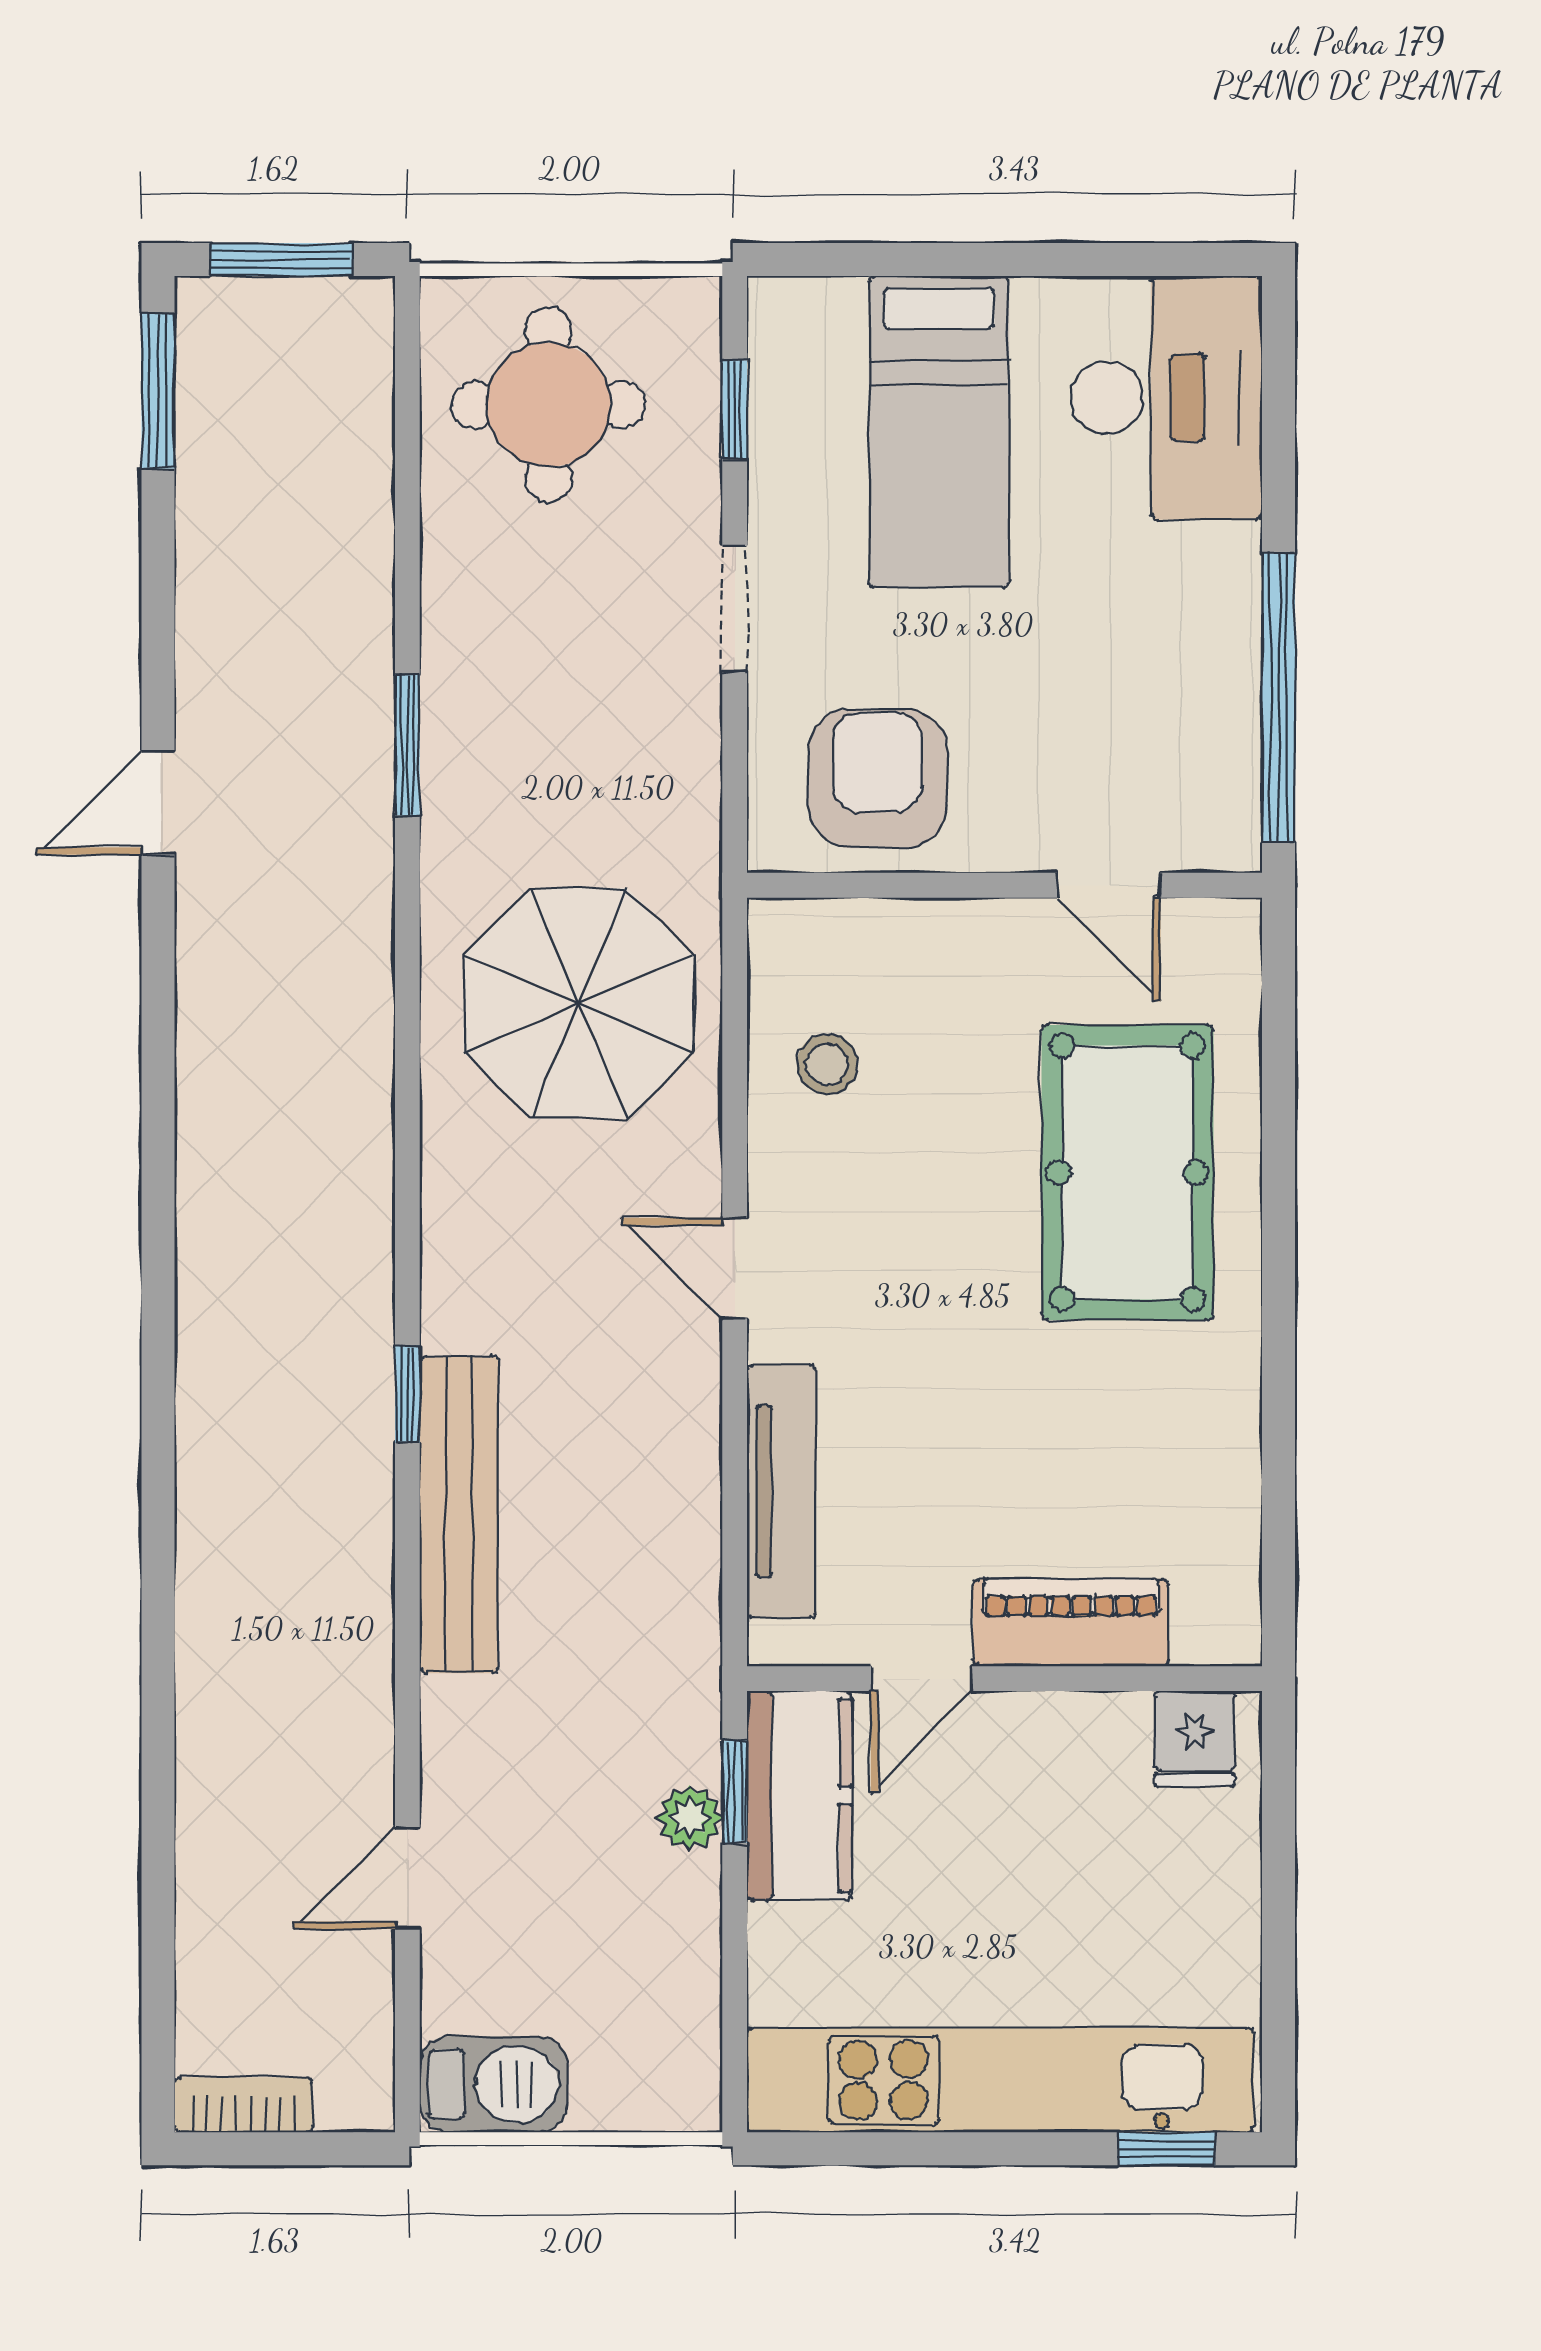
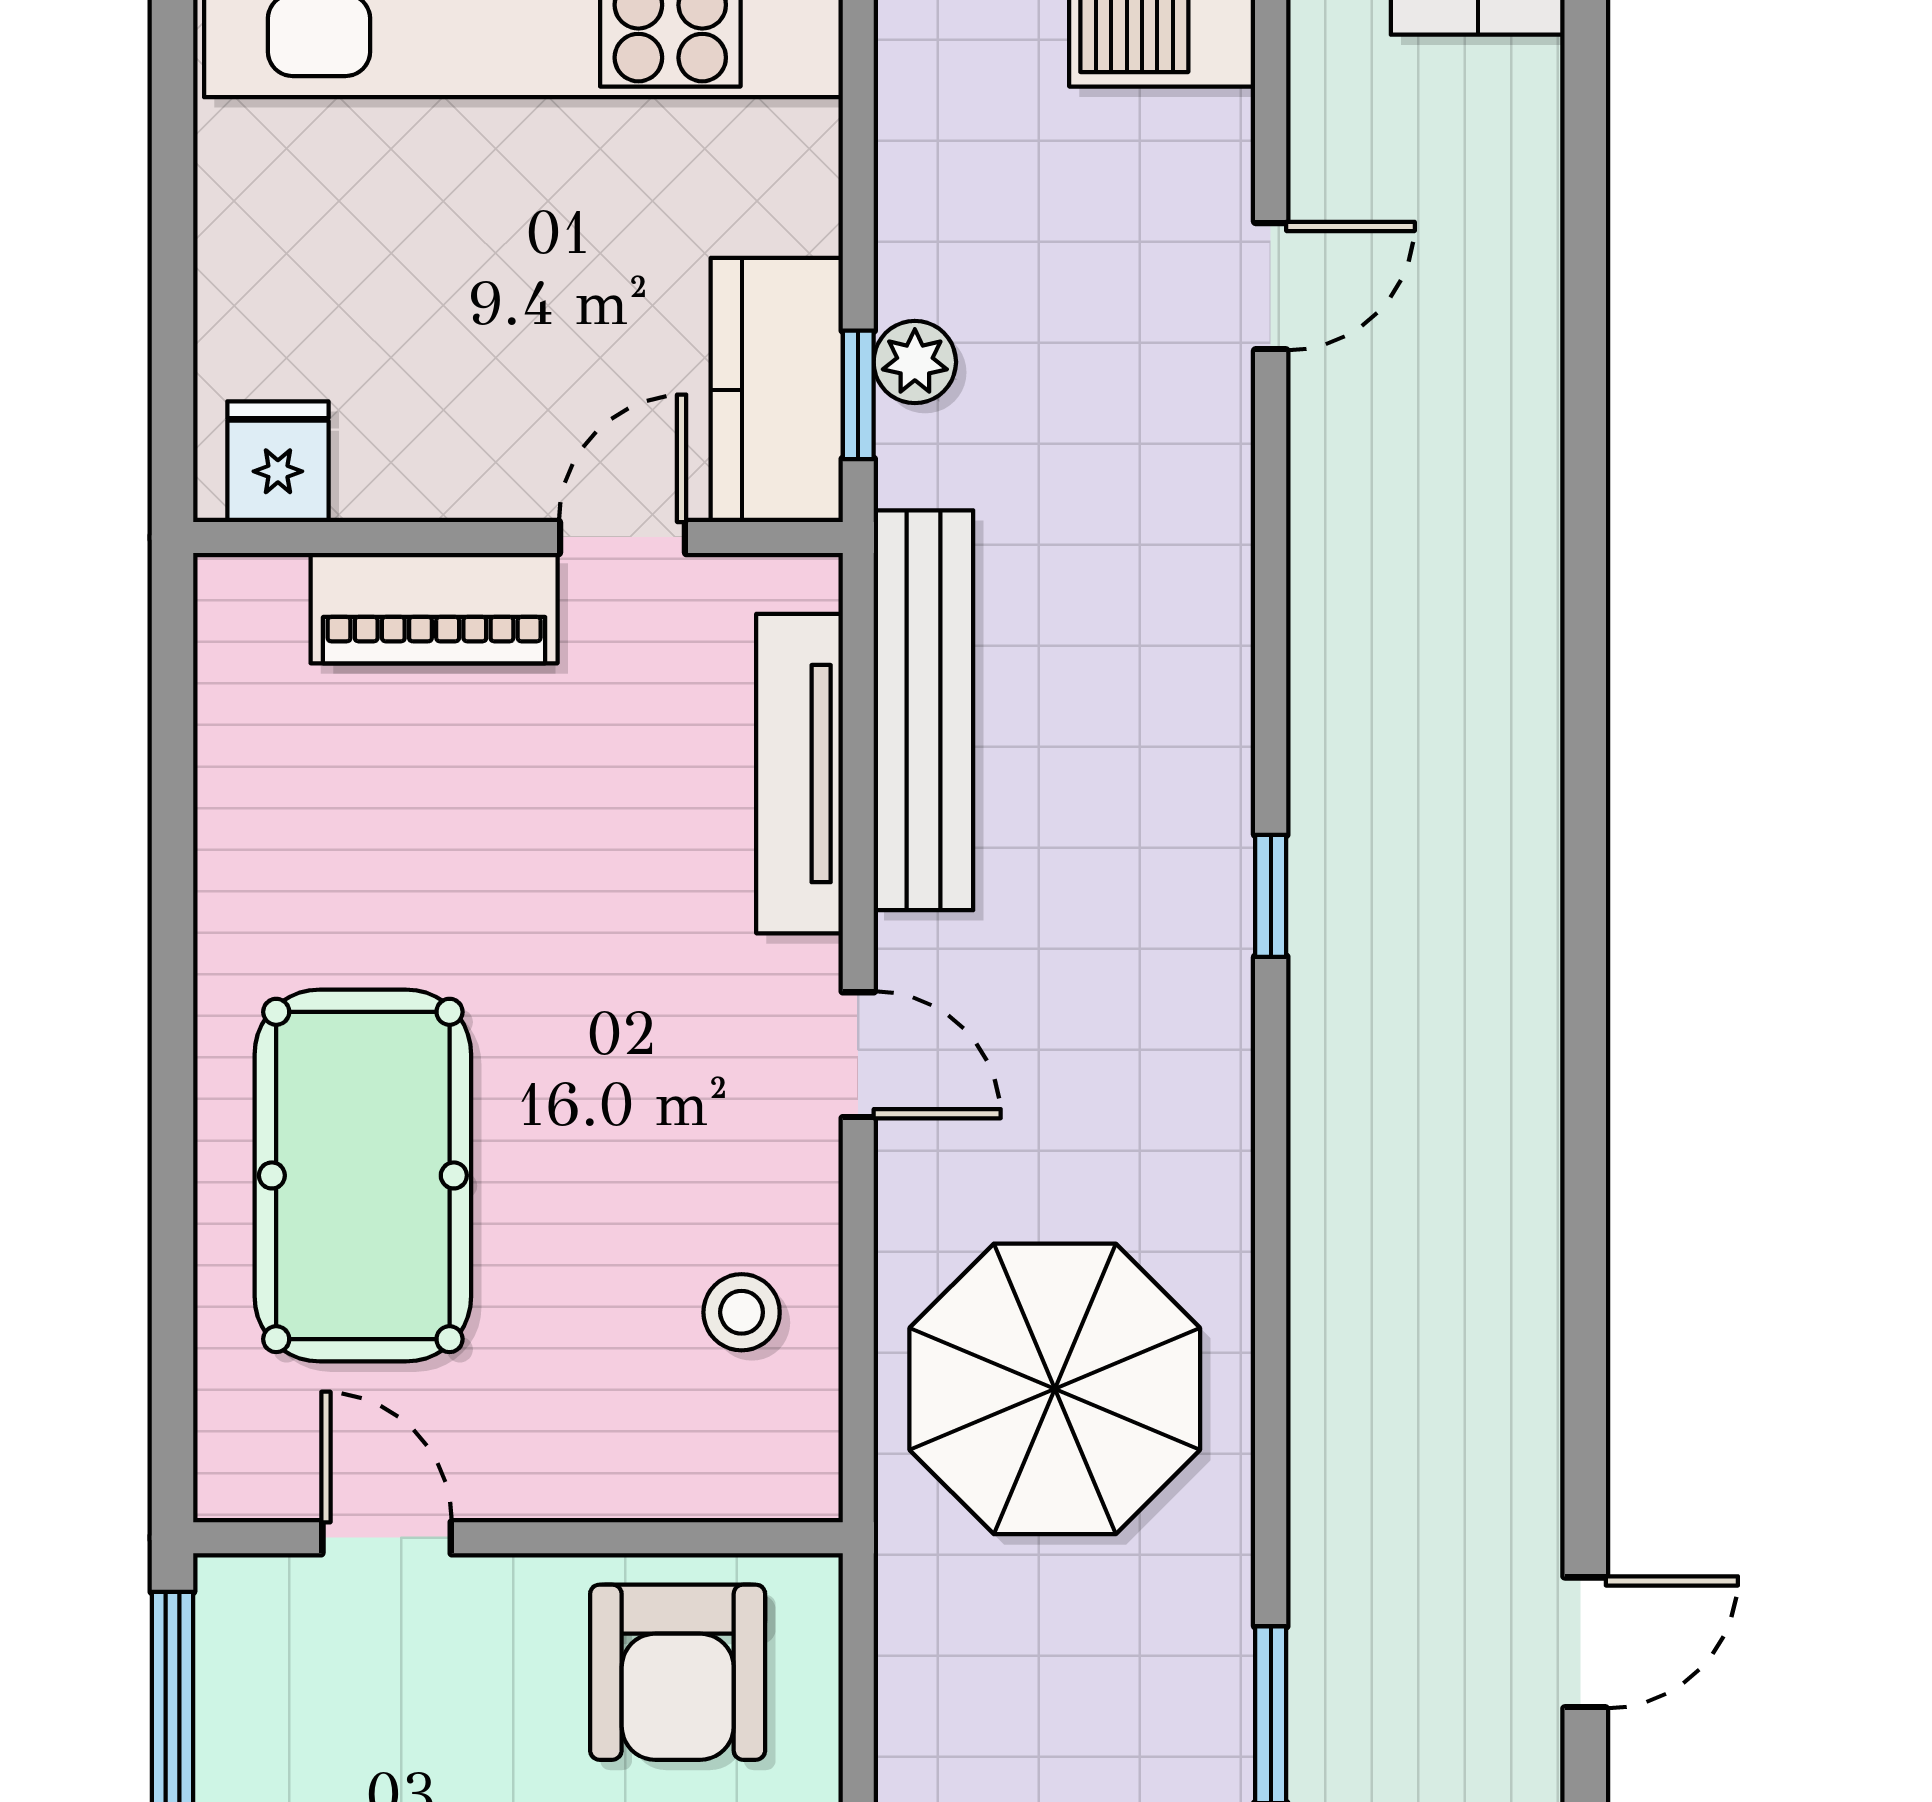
bench: (459, 1515) -> (923, 710), moved

